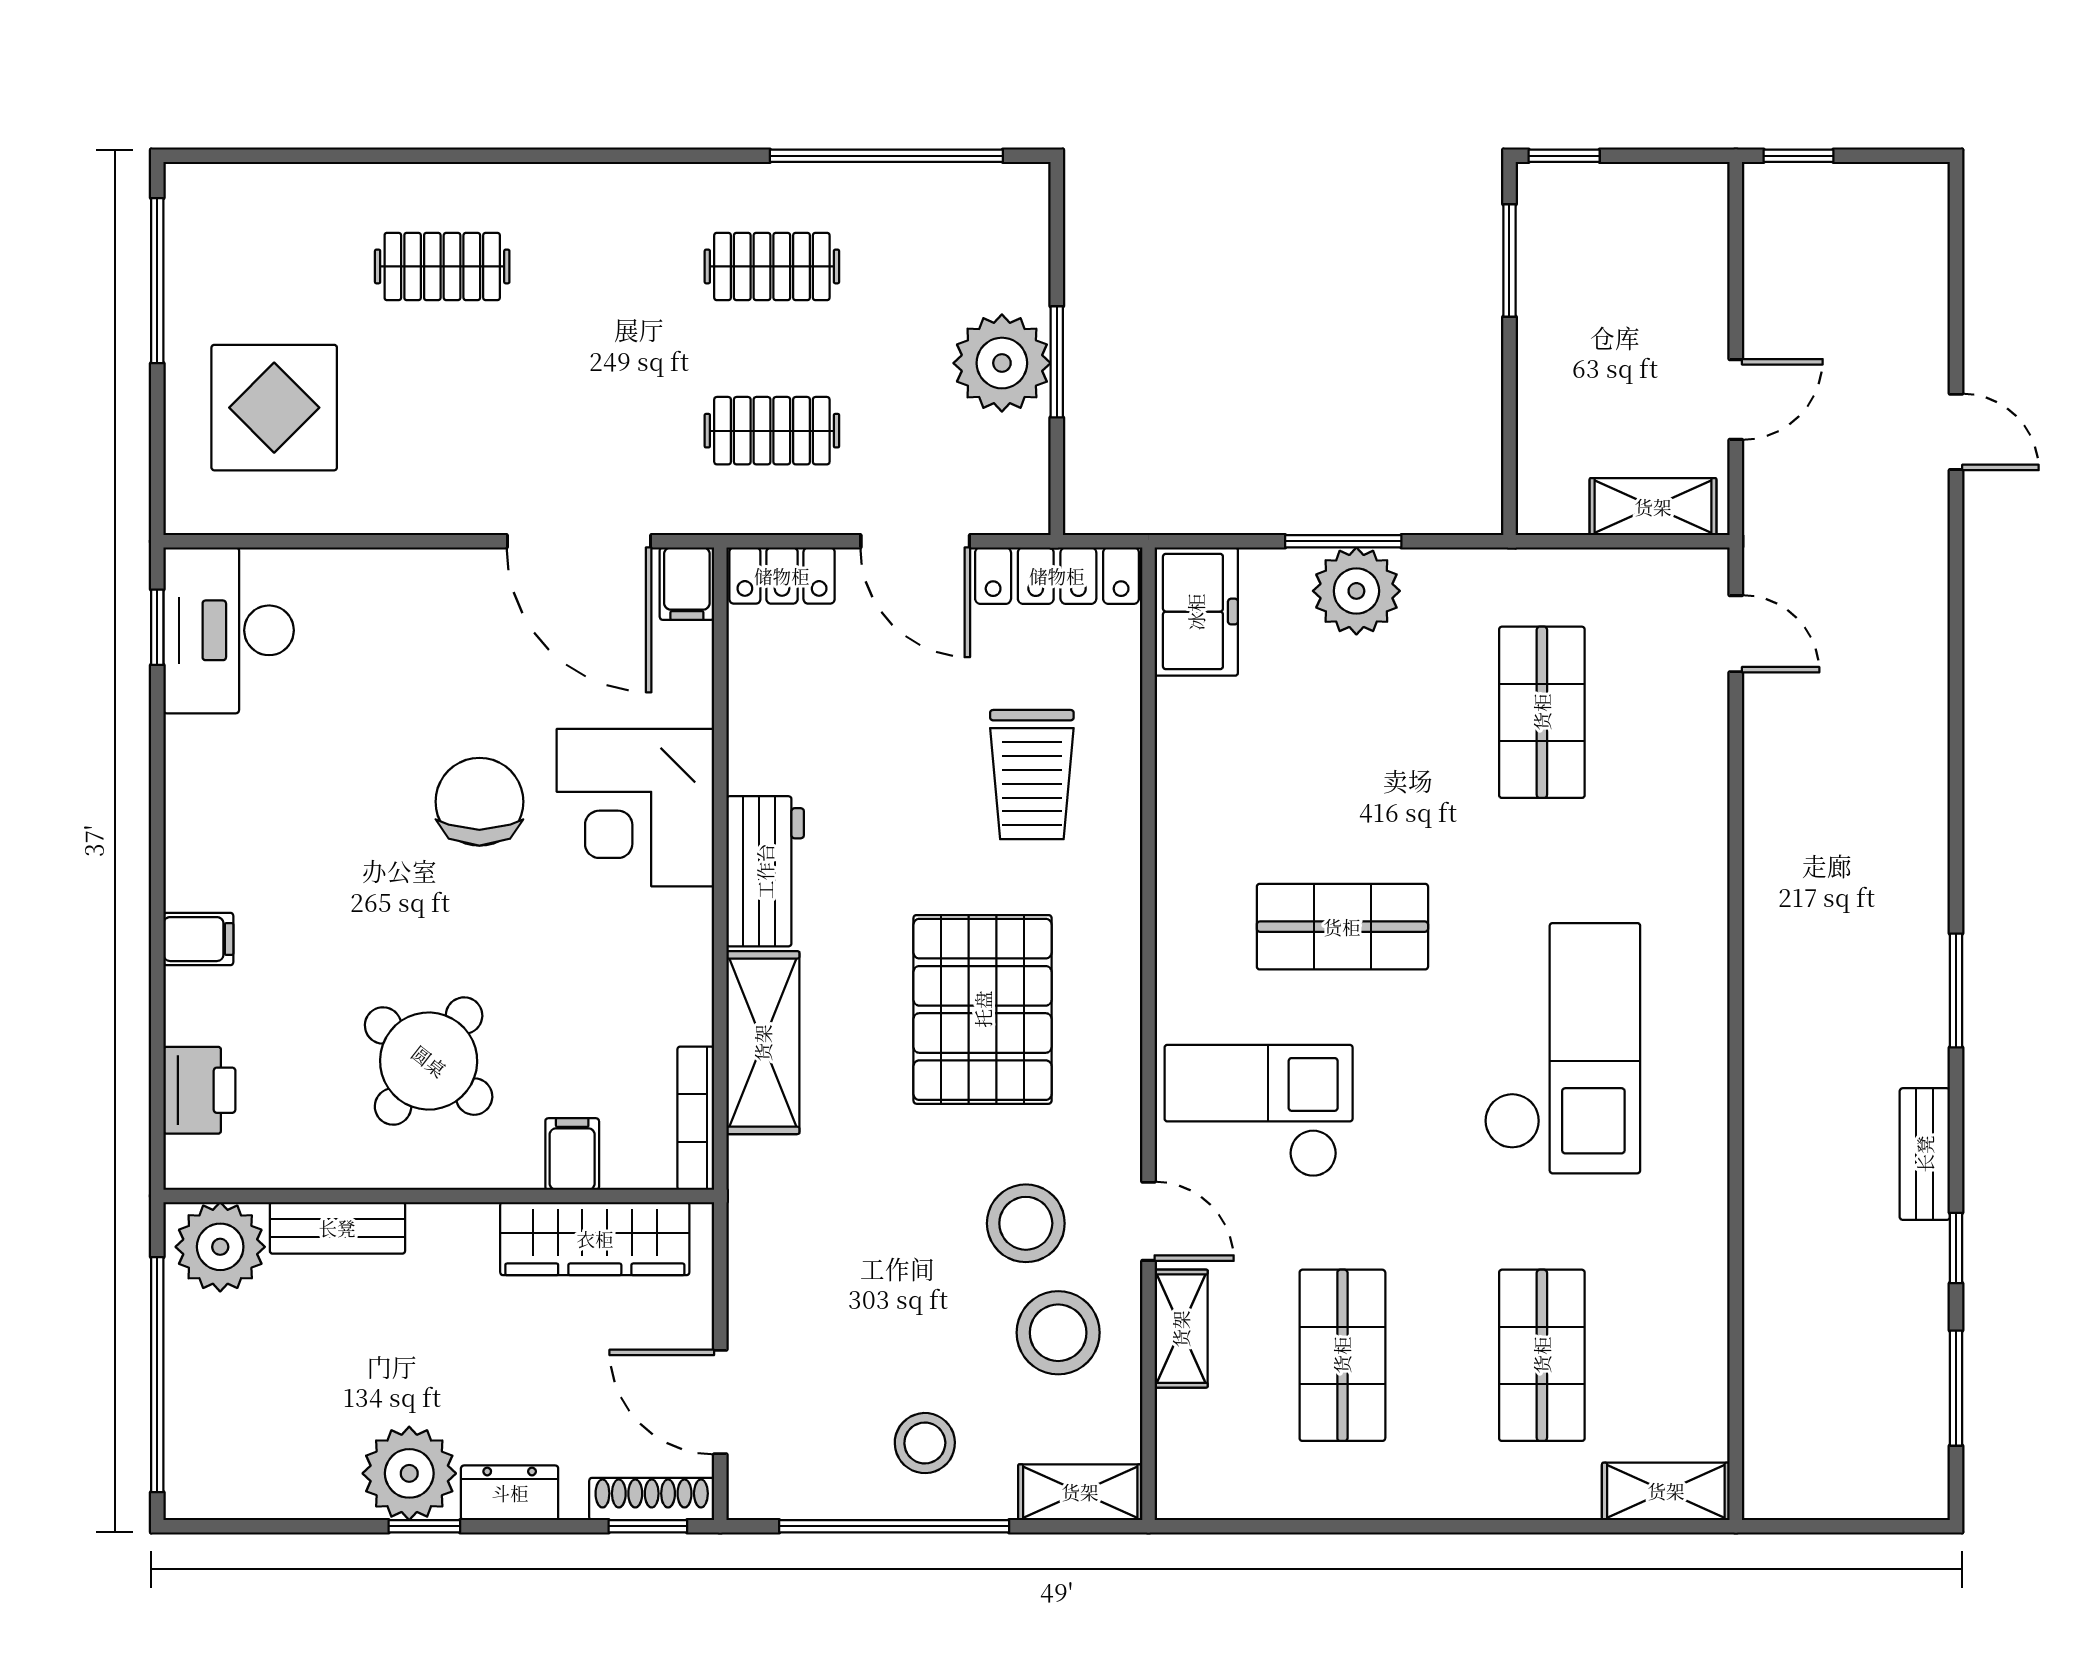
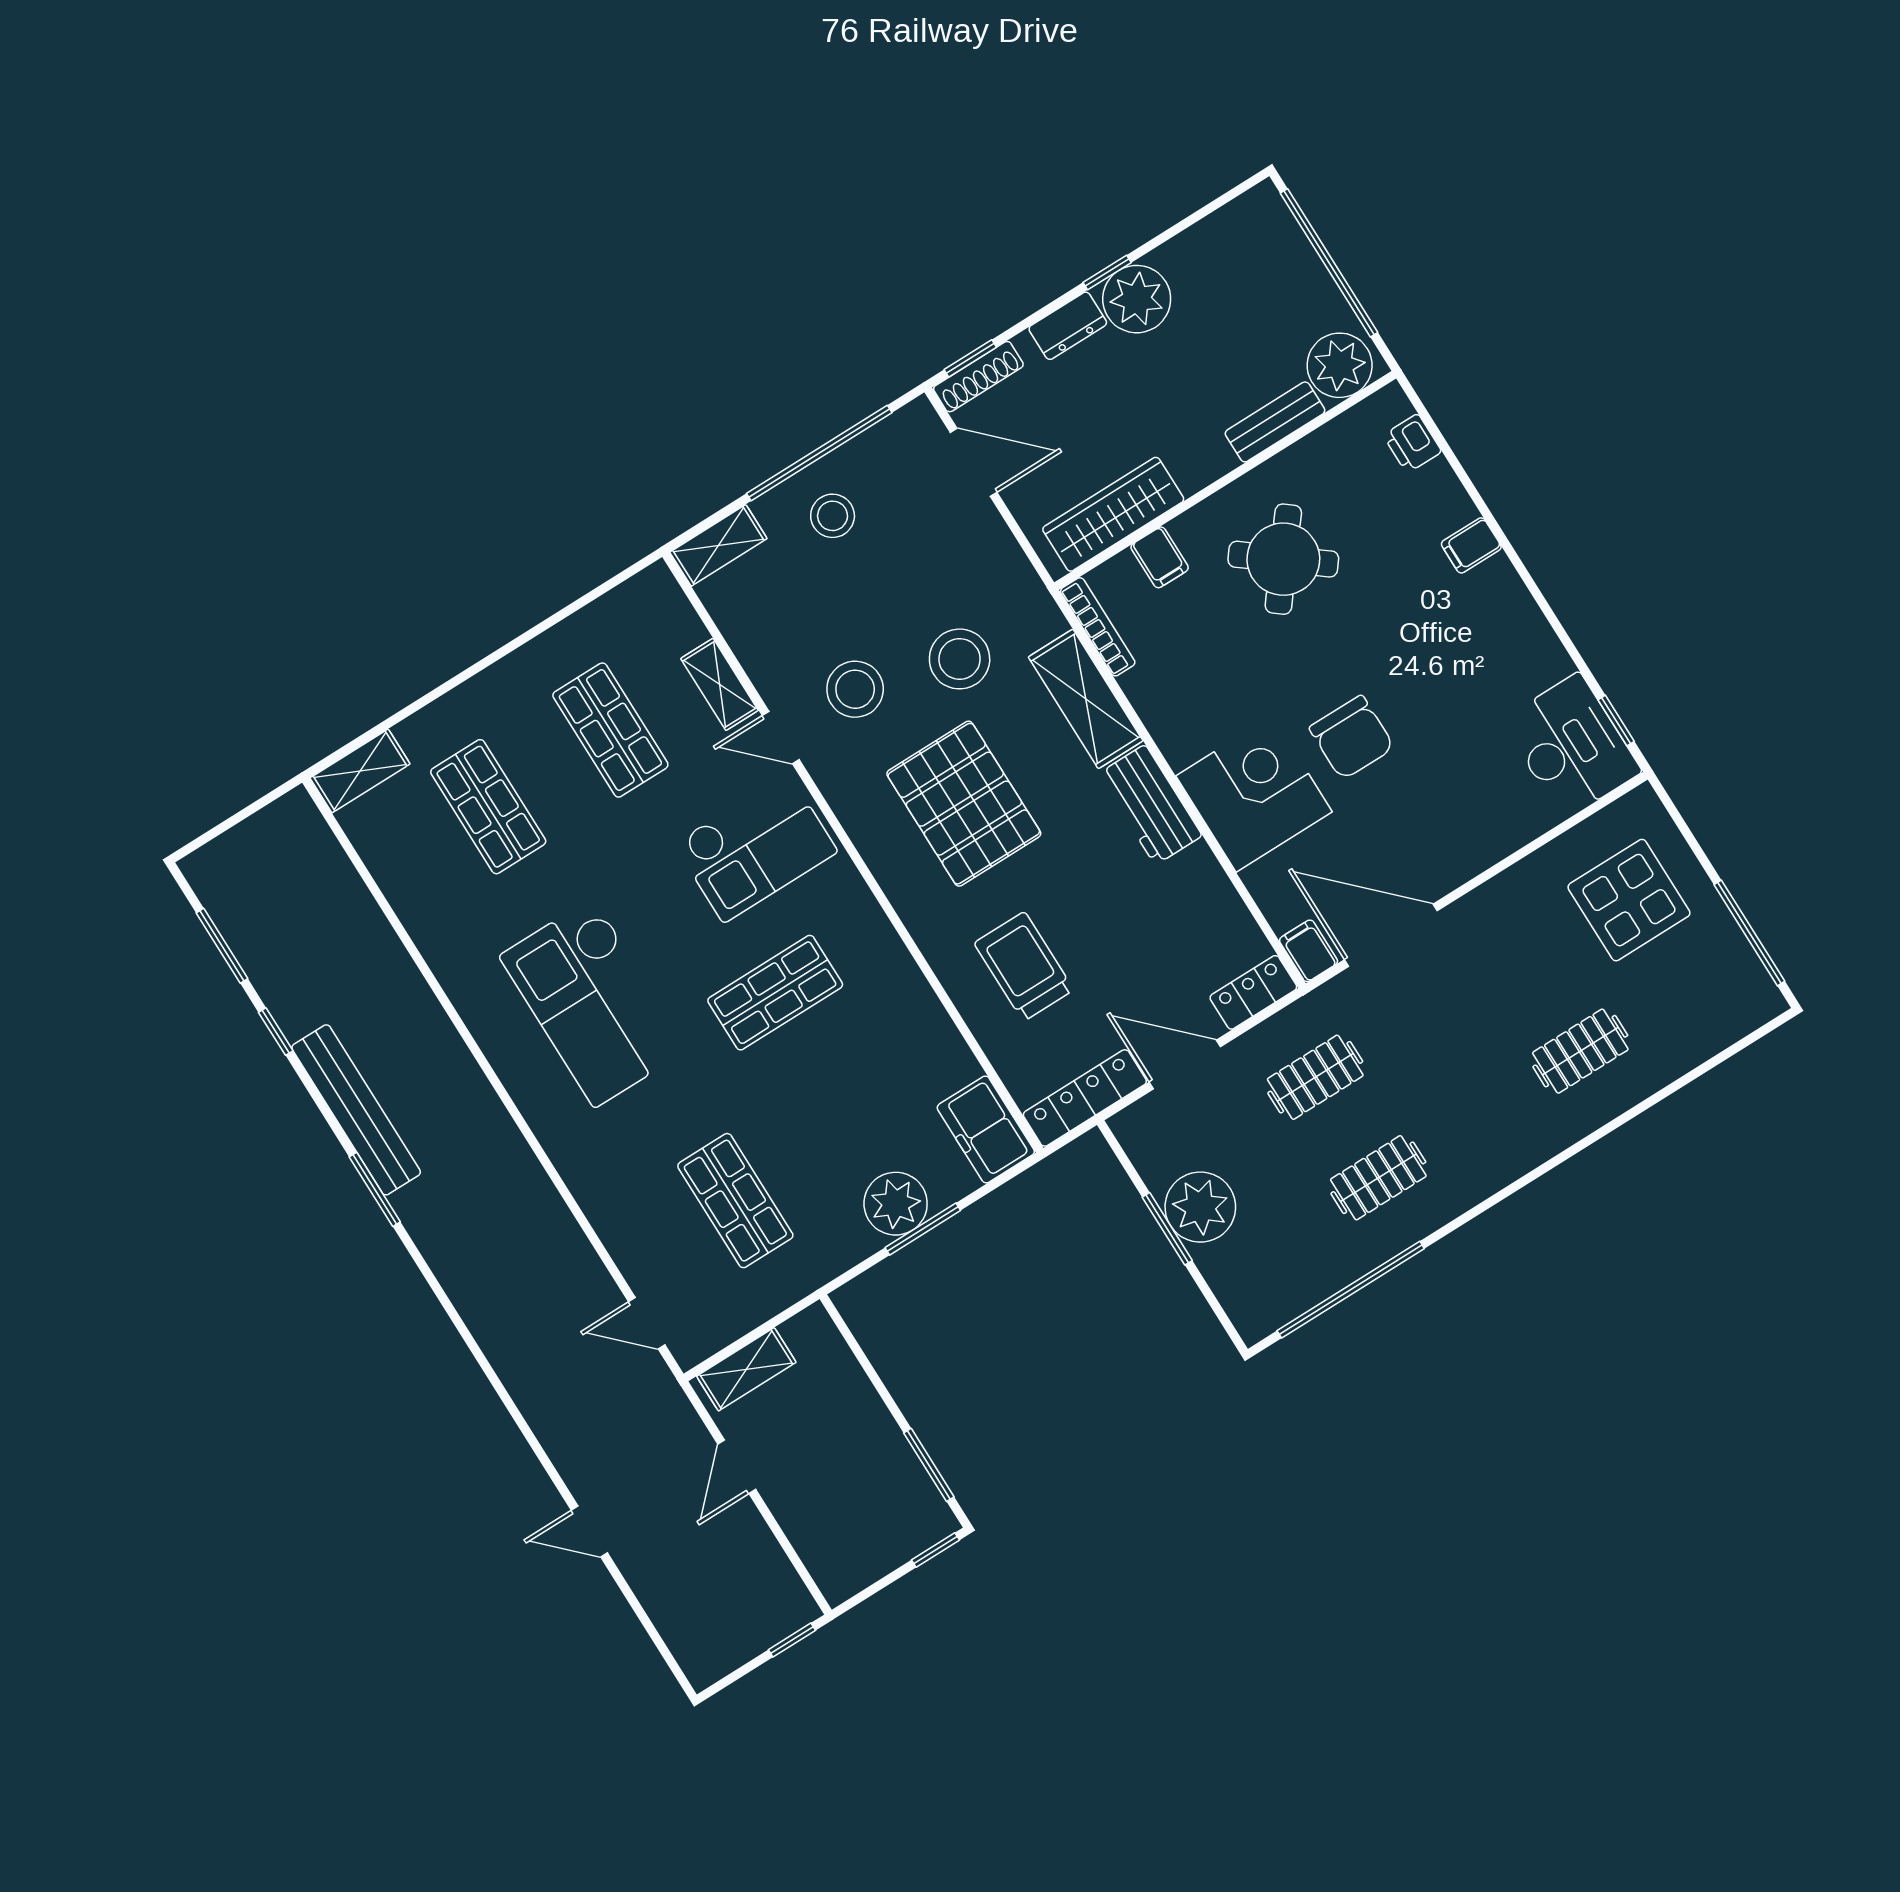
printer: (199, 1090) -> (1412, 443), width x0.73, depth x0.81
bench: (1925, 1154) -> (356, 1110), width x1.86, depth x1.21
stool: (1058, 1333) -> (960, 659), moved

